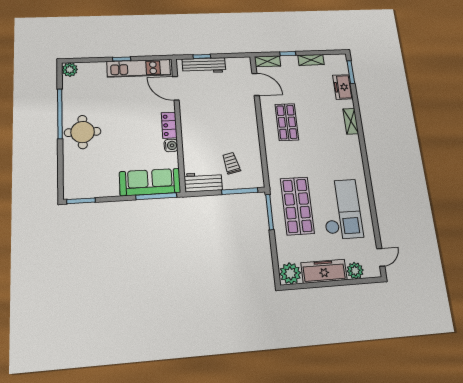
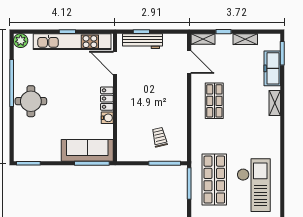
kitchen unit: (139, 68) -> (72, 42), width x1.36
freezer: (343, 87) -> (272, 68), width x1.40
workbench: (203, 182) -> (133, 153), removed

